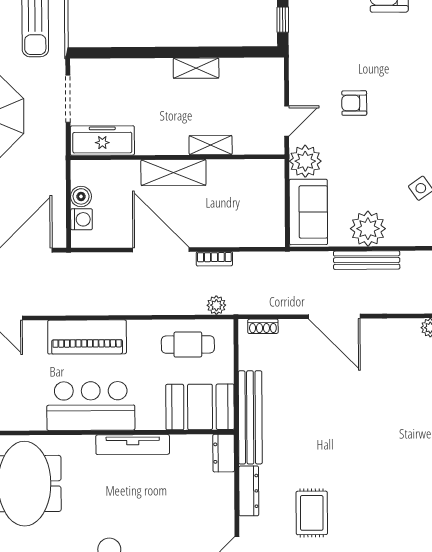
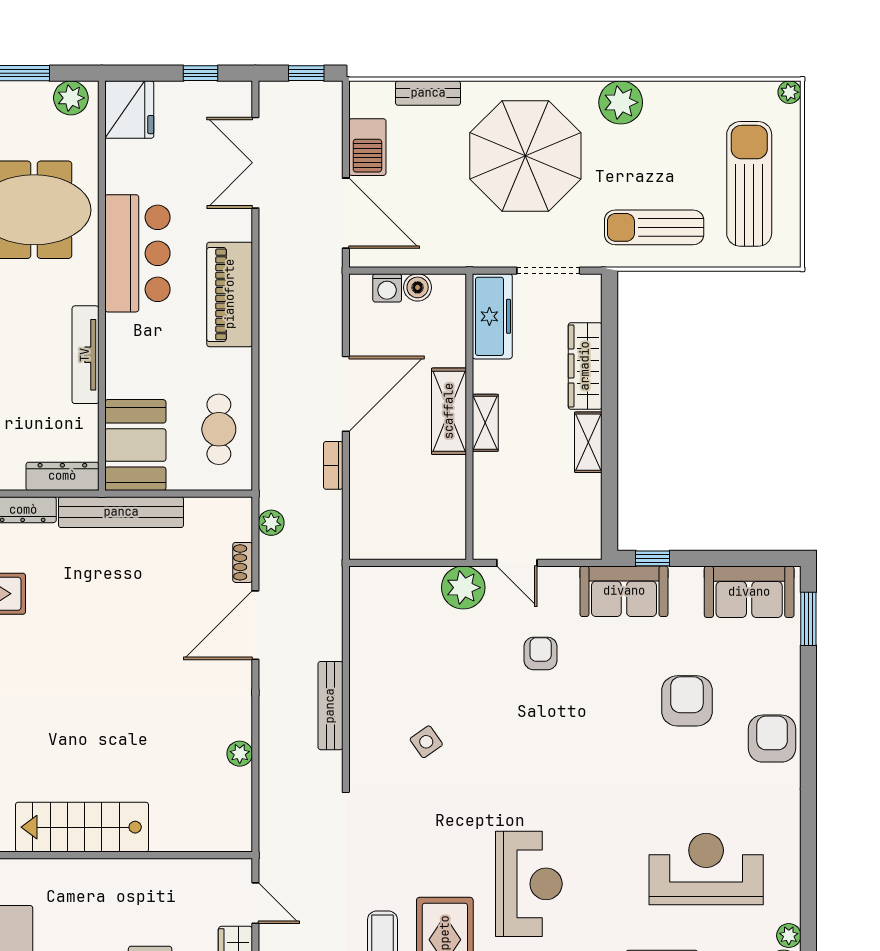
wardrobe: (139, 71) -> (585, 366), added
shelving: (211, 145) -> (485, 423), moved
sofa: (308, 212) -> (624, 591), moved
plant: (368, 229) -> (373, 671), removed
bench: (367, 260) -> (330, 706), moved
plant: (216, 305) -> (271, 523), moved
shoe rack: (263, 326) -> (243, 562), moved
bar counter: (91, 406) -> (137, 253), moved
dresser: (224, 453) -> (62, 476), width x1.44

